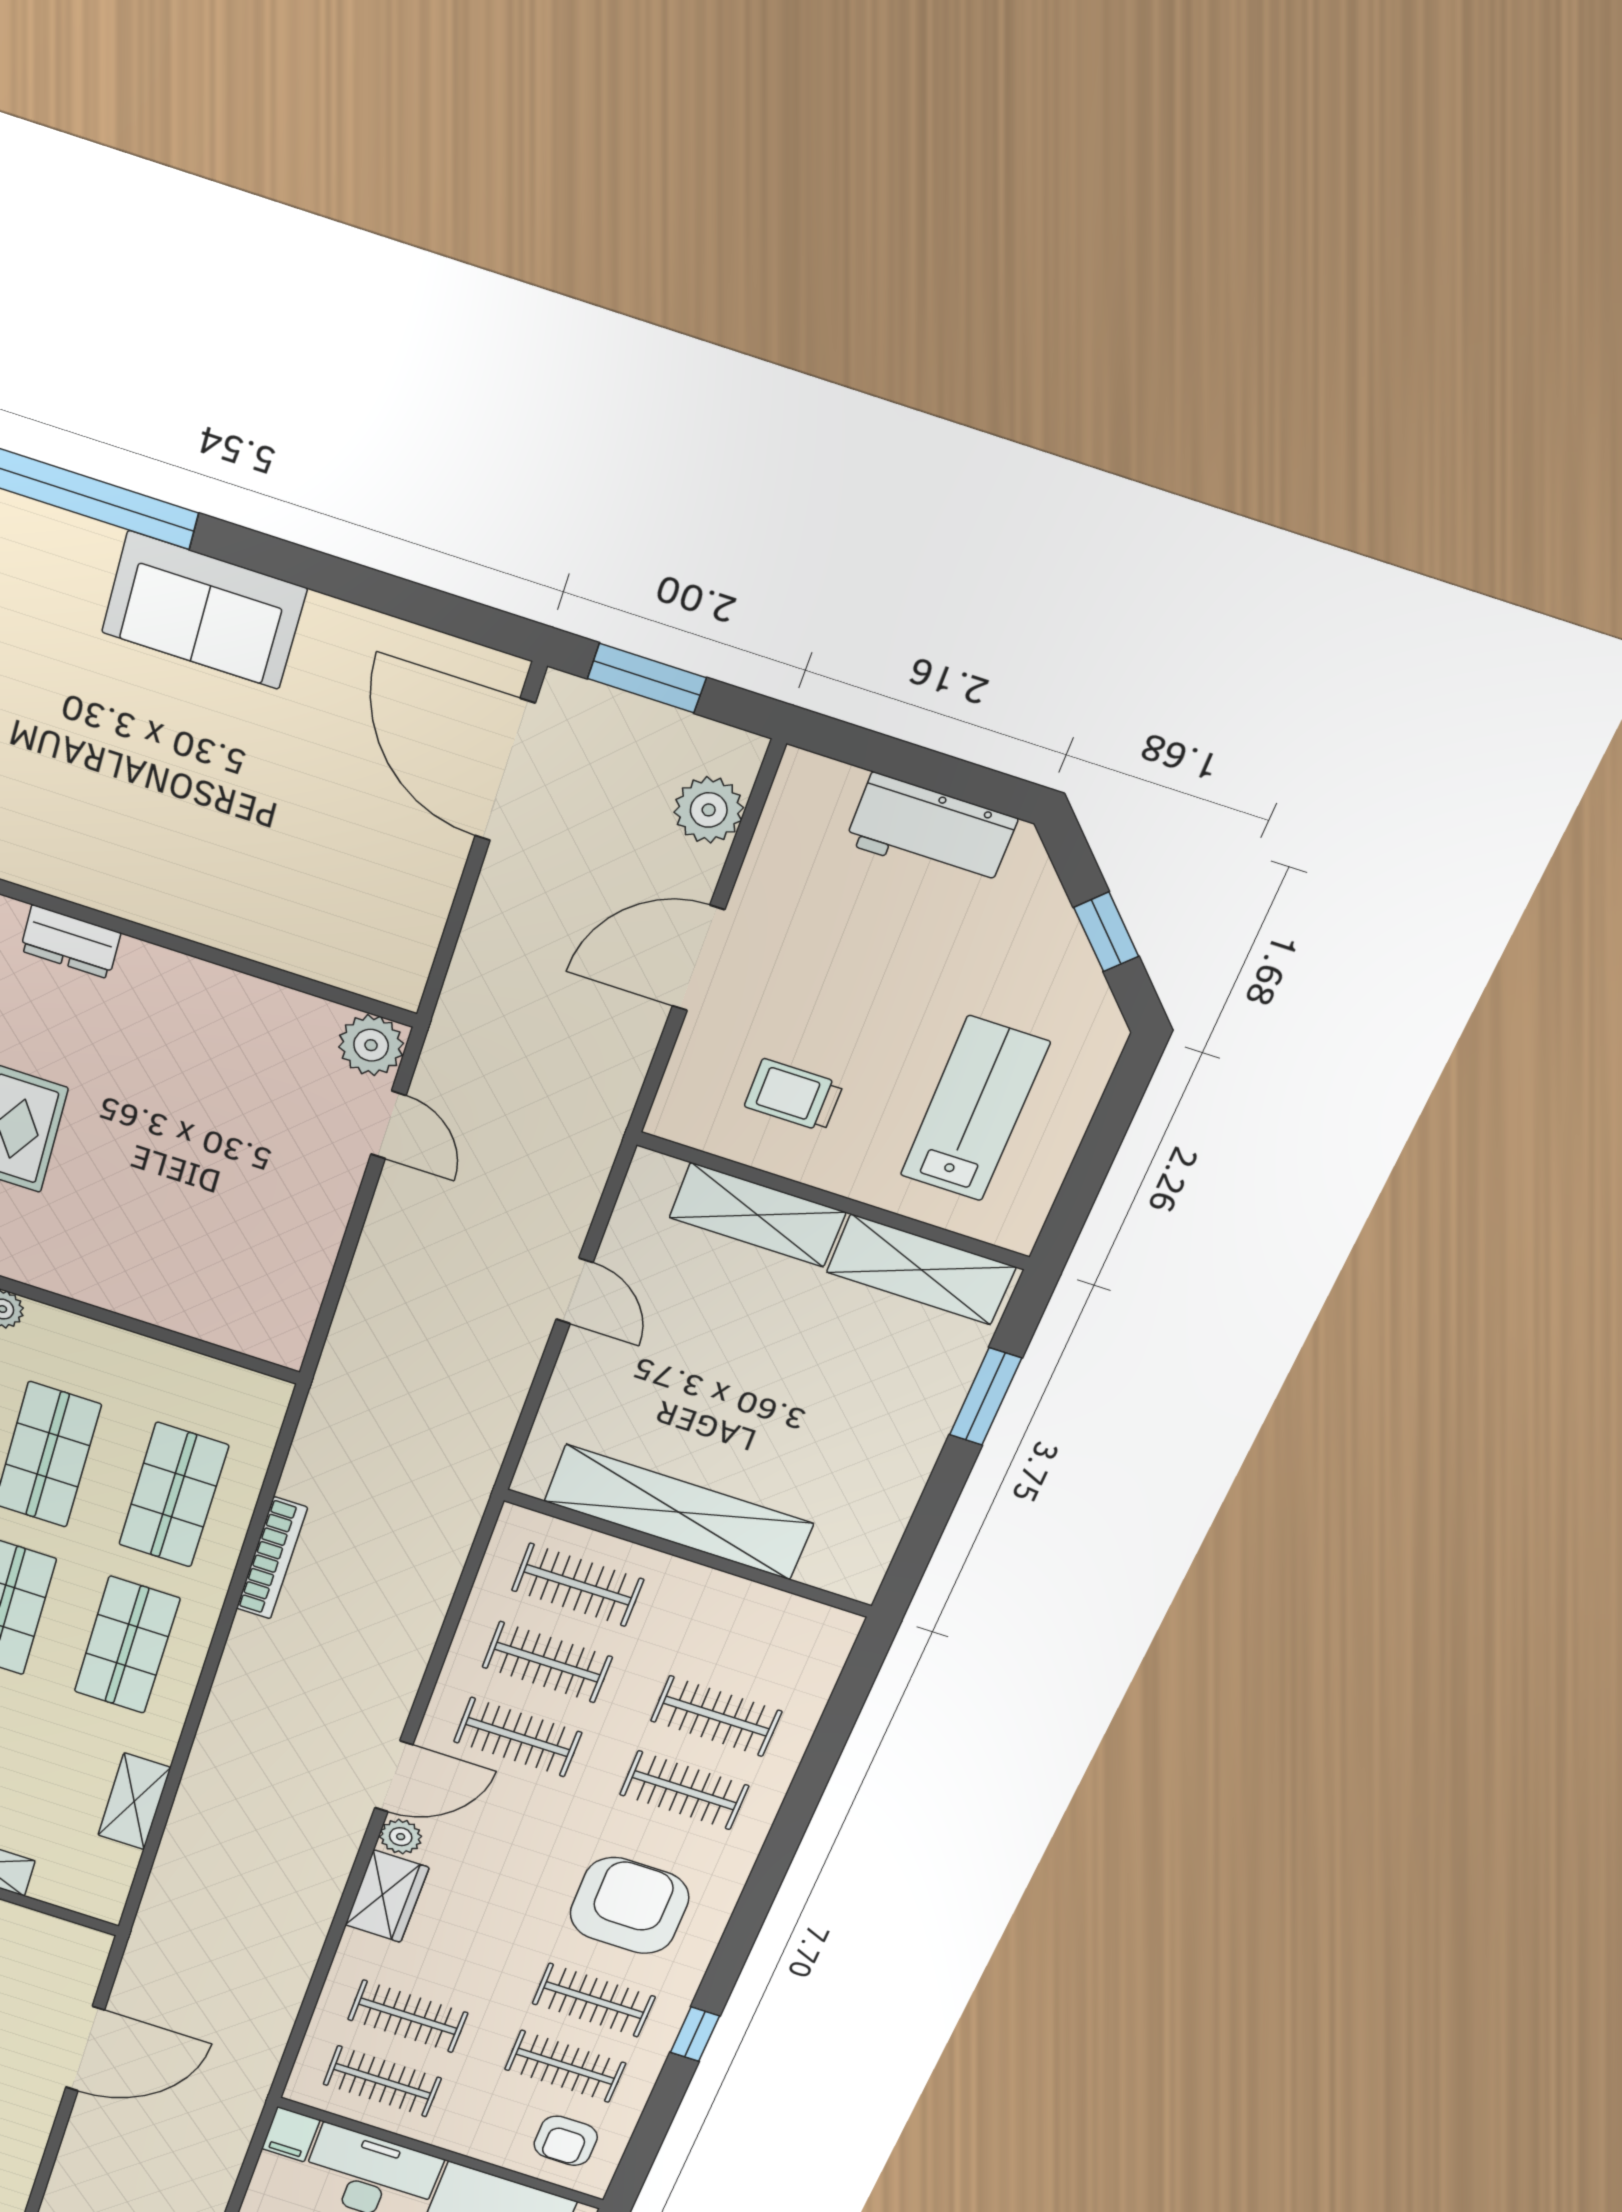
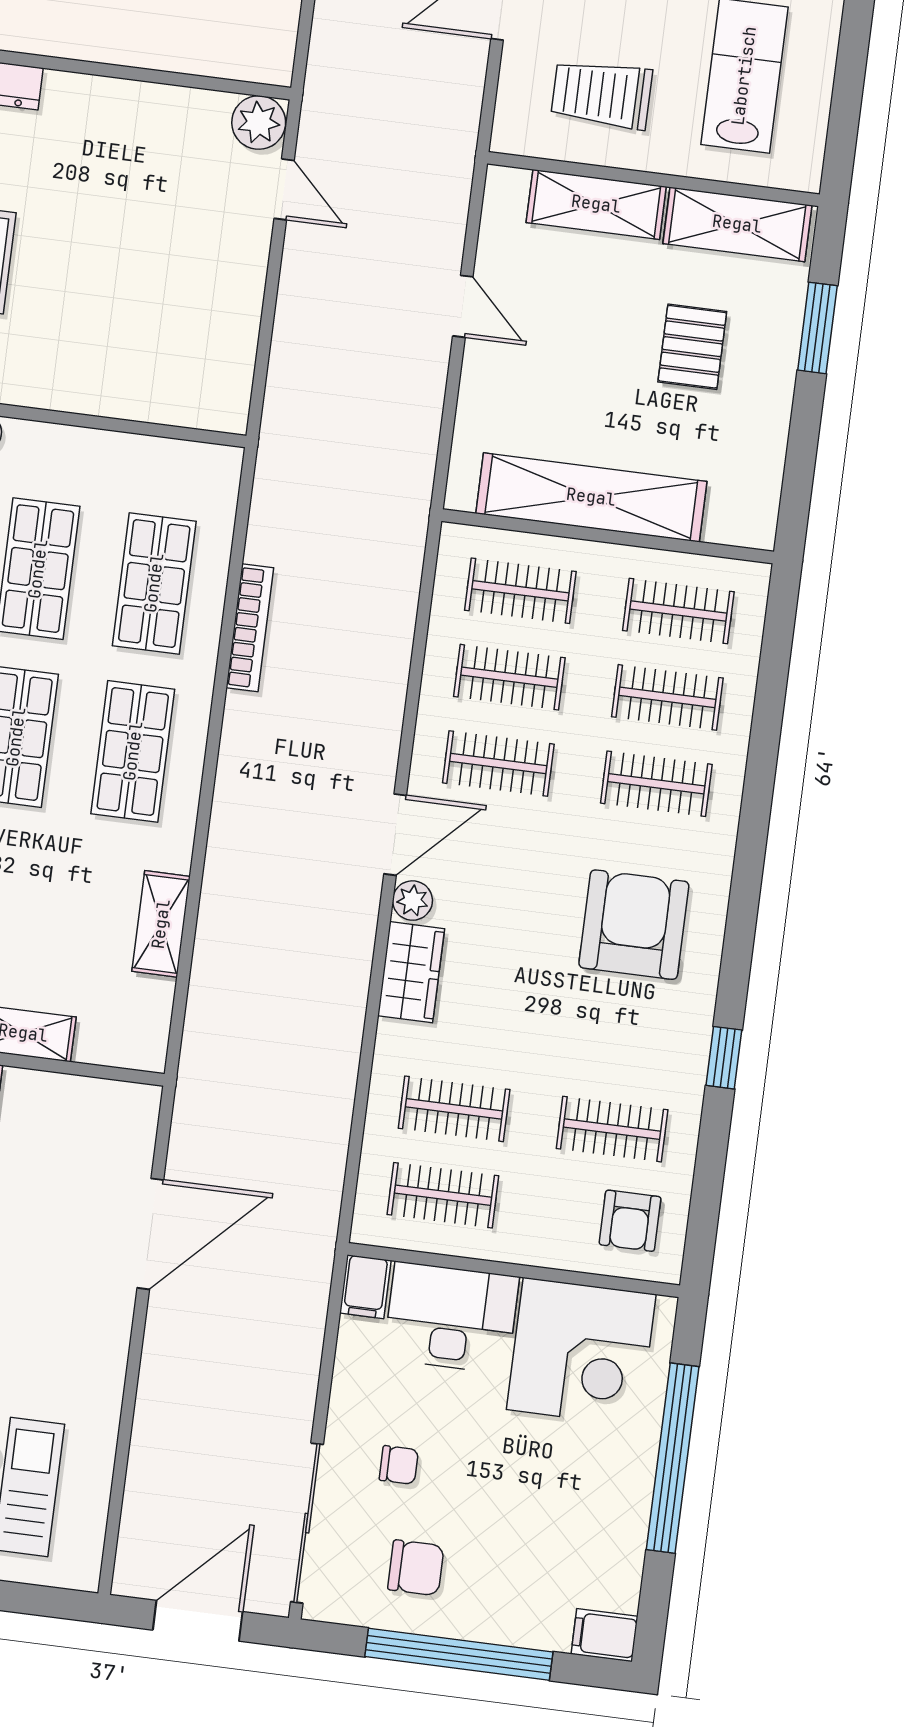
trolley: (794, 1095) -> (602, 94), width x1.36, depth x1.39
pallet: (833, 1386) -> (692, 347), added
clothes rail: (594, 2000) -> (678, 611), moved

